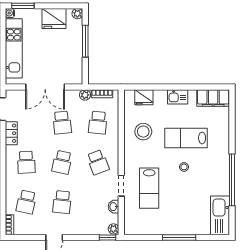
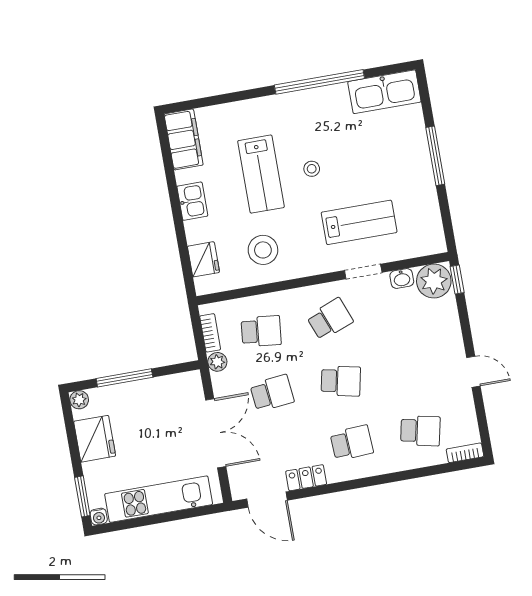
school desk: (62, 202) -> (409, 369), removed
plant: (113, 229) -> (434, 281), width x1.88, depth x1.88

